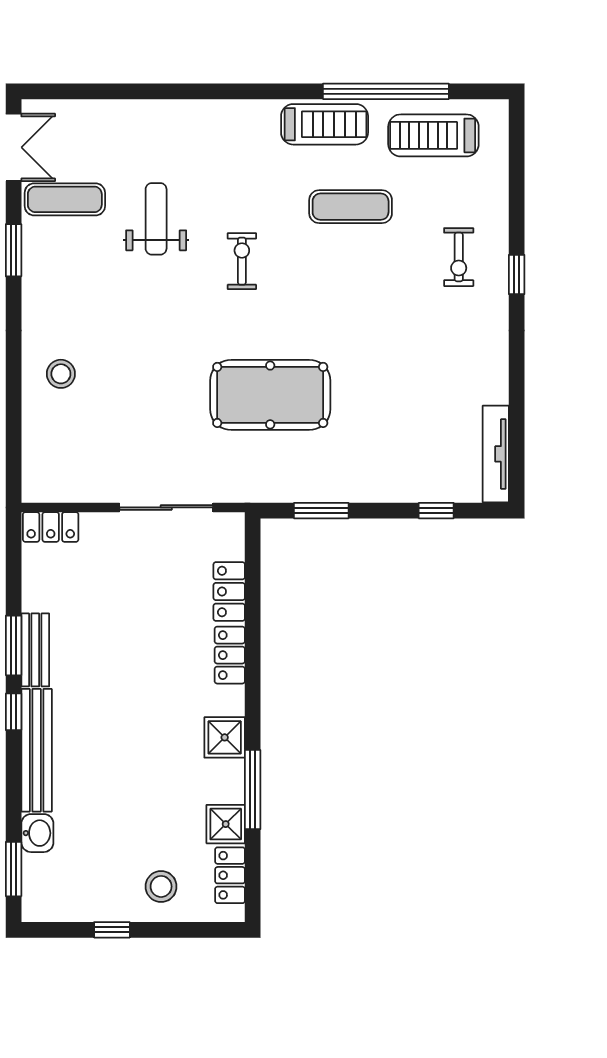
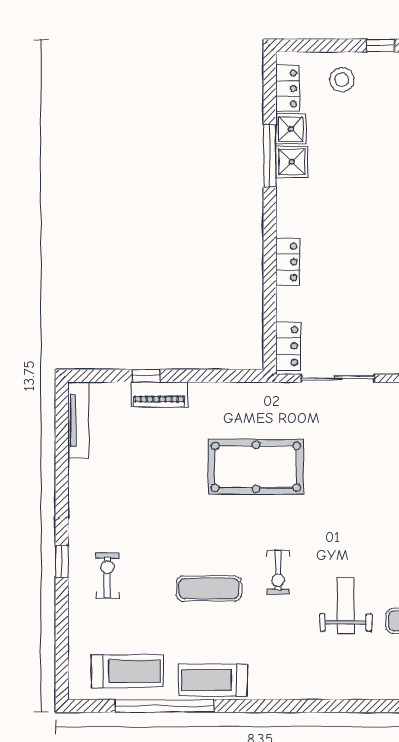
exercise mat: (351, 207) -> (209, 589), moved
weight bench: (156, 219) -> (346, 606), turned 180
piano: (393, 487) -> (159, 394), added
window: (321, 511) -> (216, 376), removed
window: (436, 511) -> (146, 376), moved
locker: (229, 592) -> (288, 346), moved
shower: (225, 737) -> (292, 162), moved

